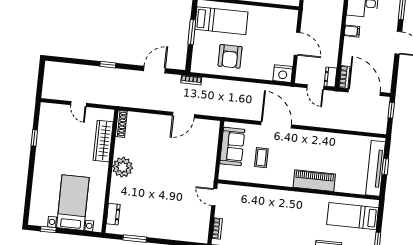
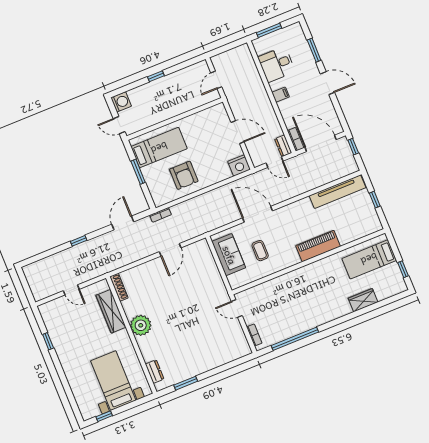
tv unit: (375, 168) -> (337, 192), moved, turned -90

